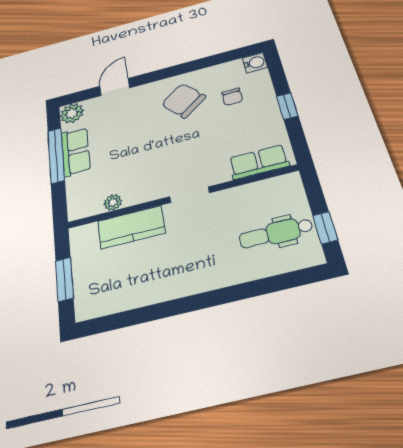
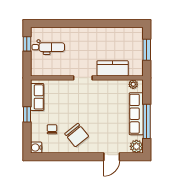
row of seats: (76, 151) -> (136, 114), width x1.48
row of seats: (259, 162) -> (37, 97), moved, turned -90
plant: (113, 203) -> (133, 84), moved

